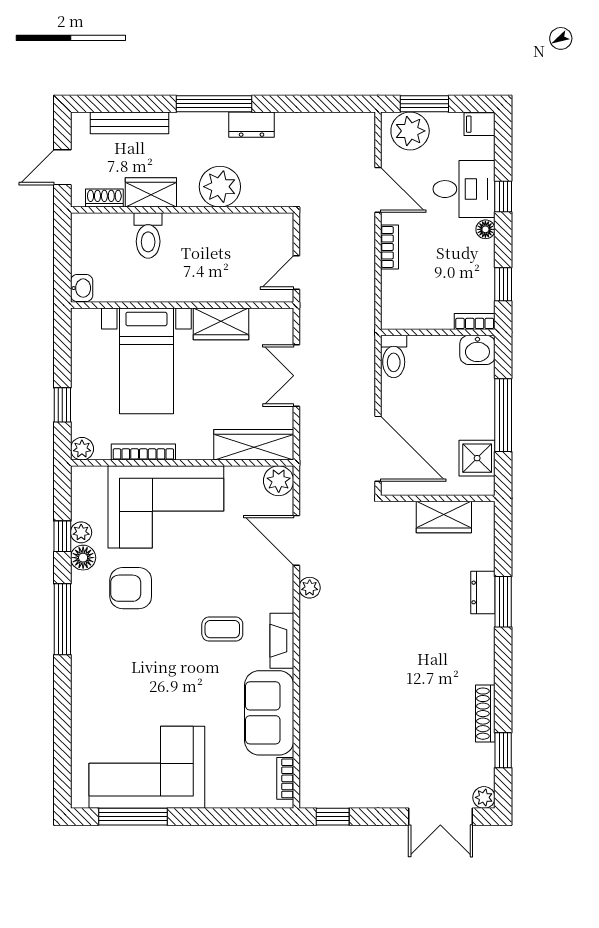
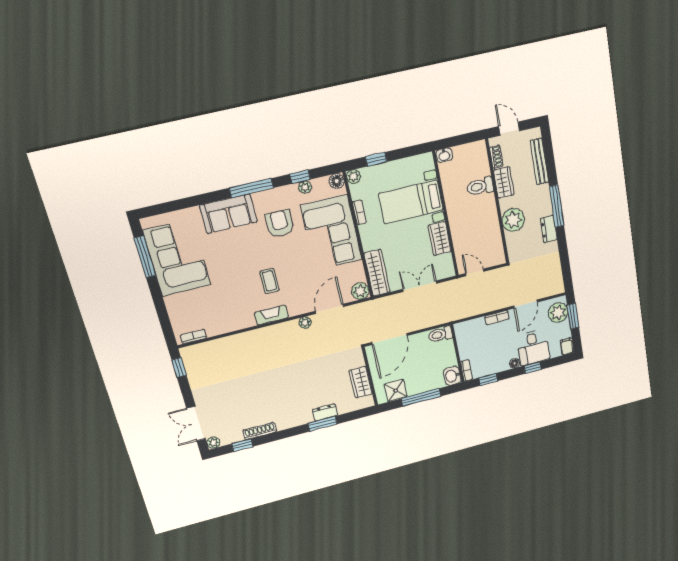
bookcase: (143, 452) -> (359, 212), width x0.64
floor lamp: (83, 558) -> (337, 181), moved
sofa: (269, 713) -> (228, 214), moved, turned 180

